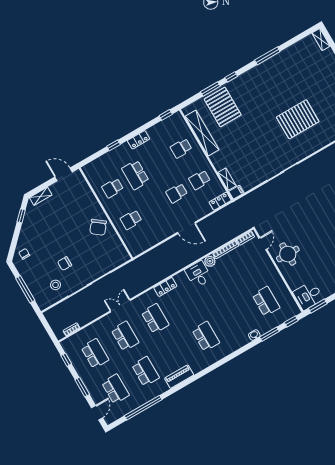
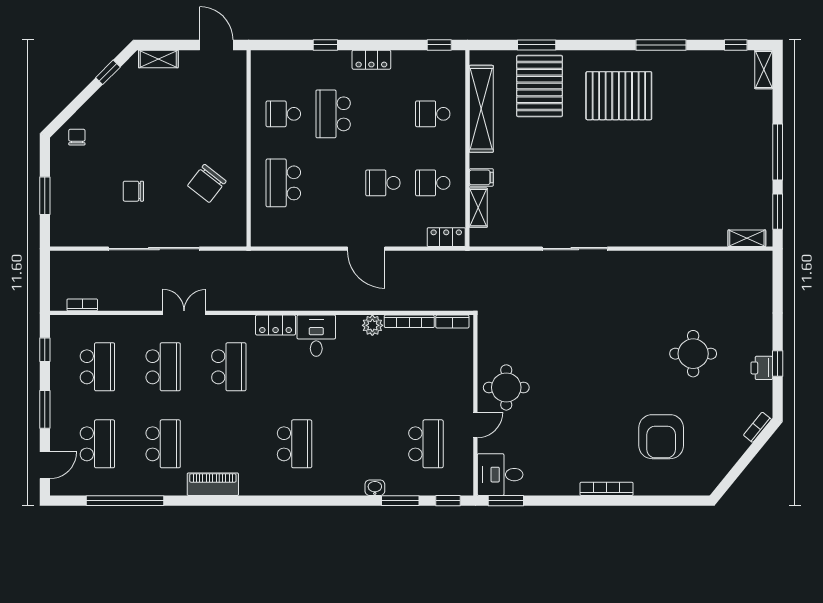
window: (231, 77) -> (736, 45), moved
pallet: (298, 119) -> (619, 96), moved
filing cabinet: (236, 192) -> (481, 177), moved
school desk: (131, 220) -> (283, 183), width x1.85
chair: (98, 227) -> (207, 183), moved
door: (263, 244) -> (475, 425), moved
desk: (198, 274) -> (316, 336), moved
stool: (56, 285) -> (98, 218), removed
window: (25, 289) -> (45, 196), width x0.69

